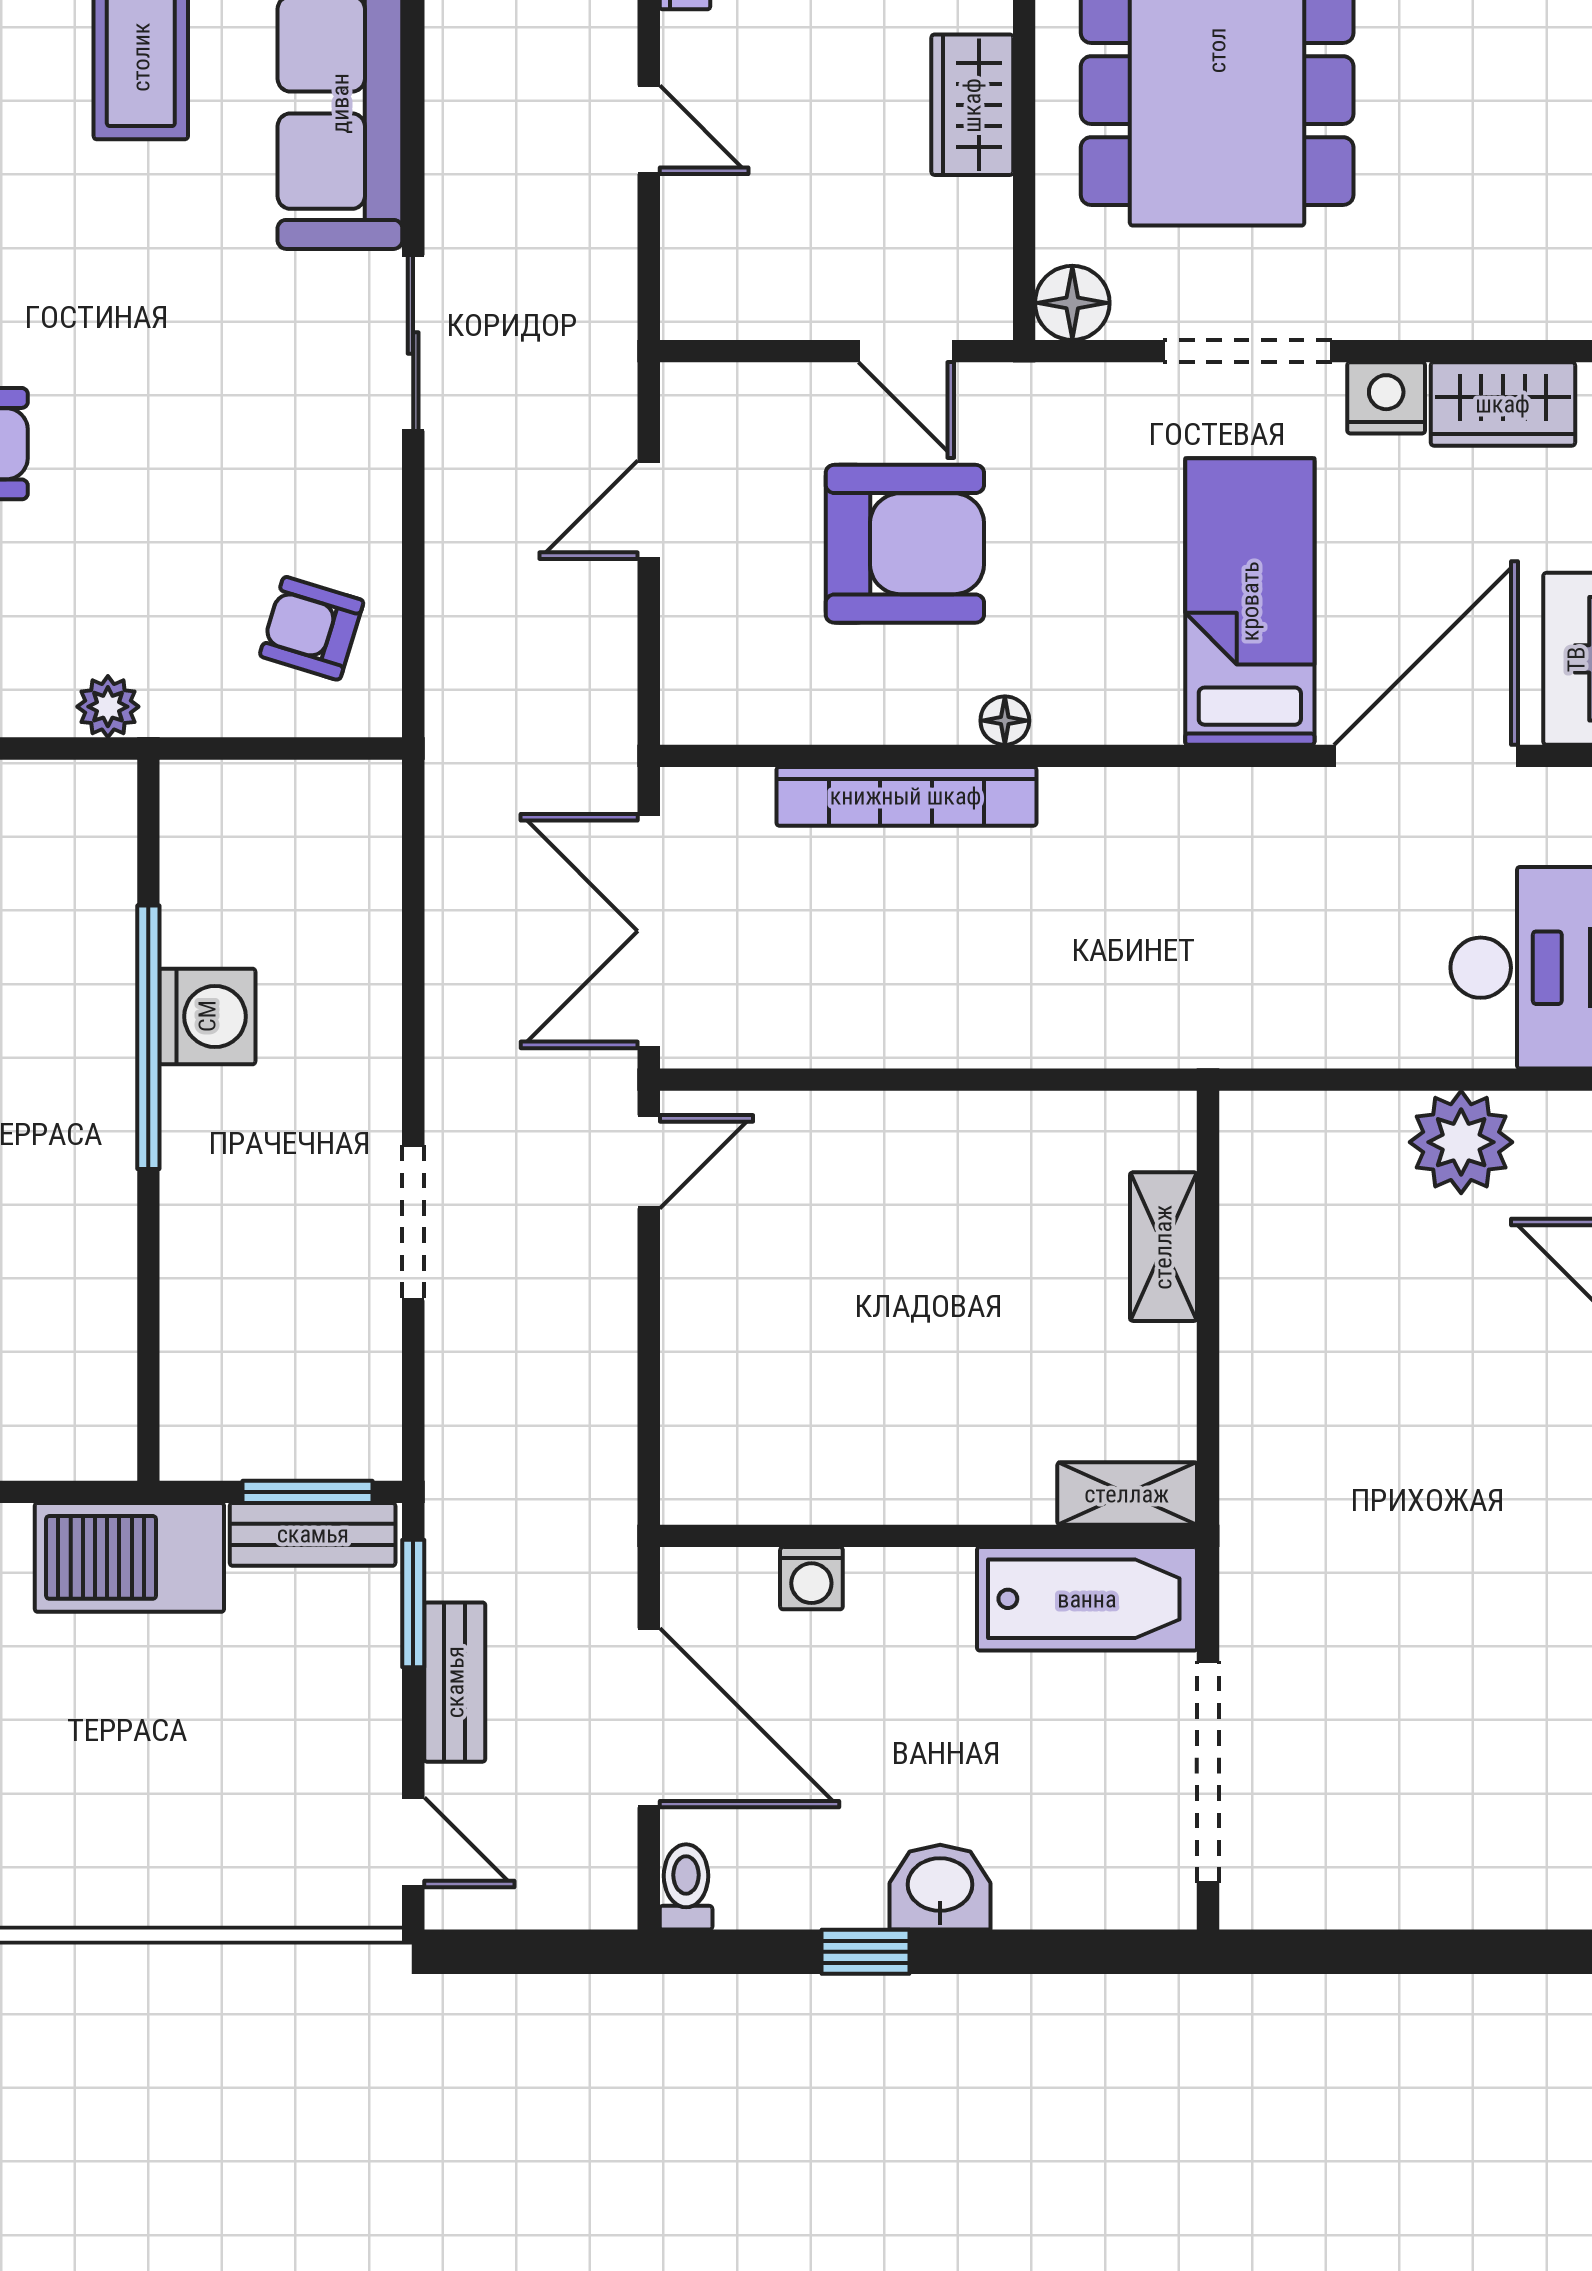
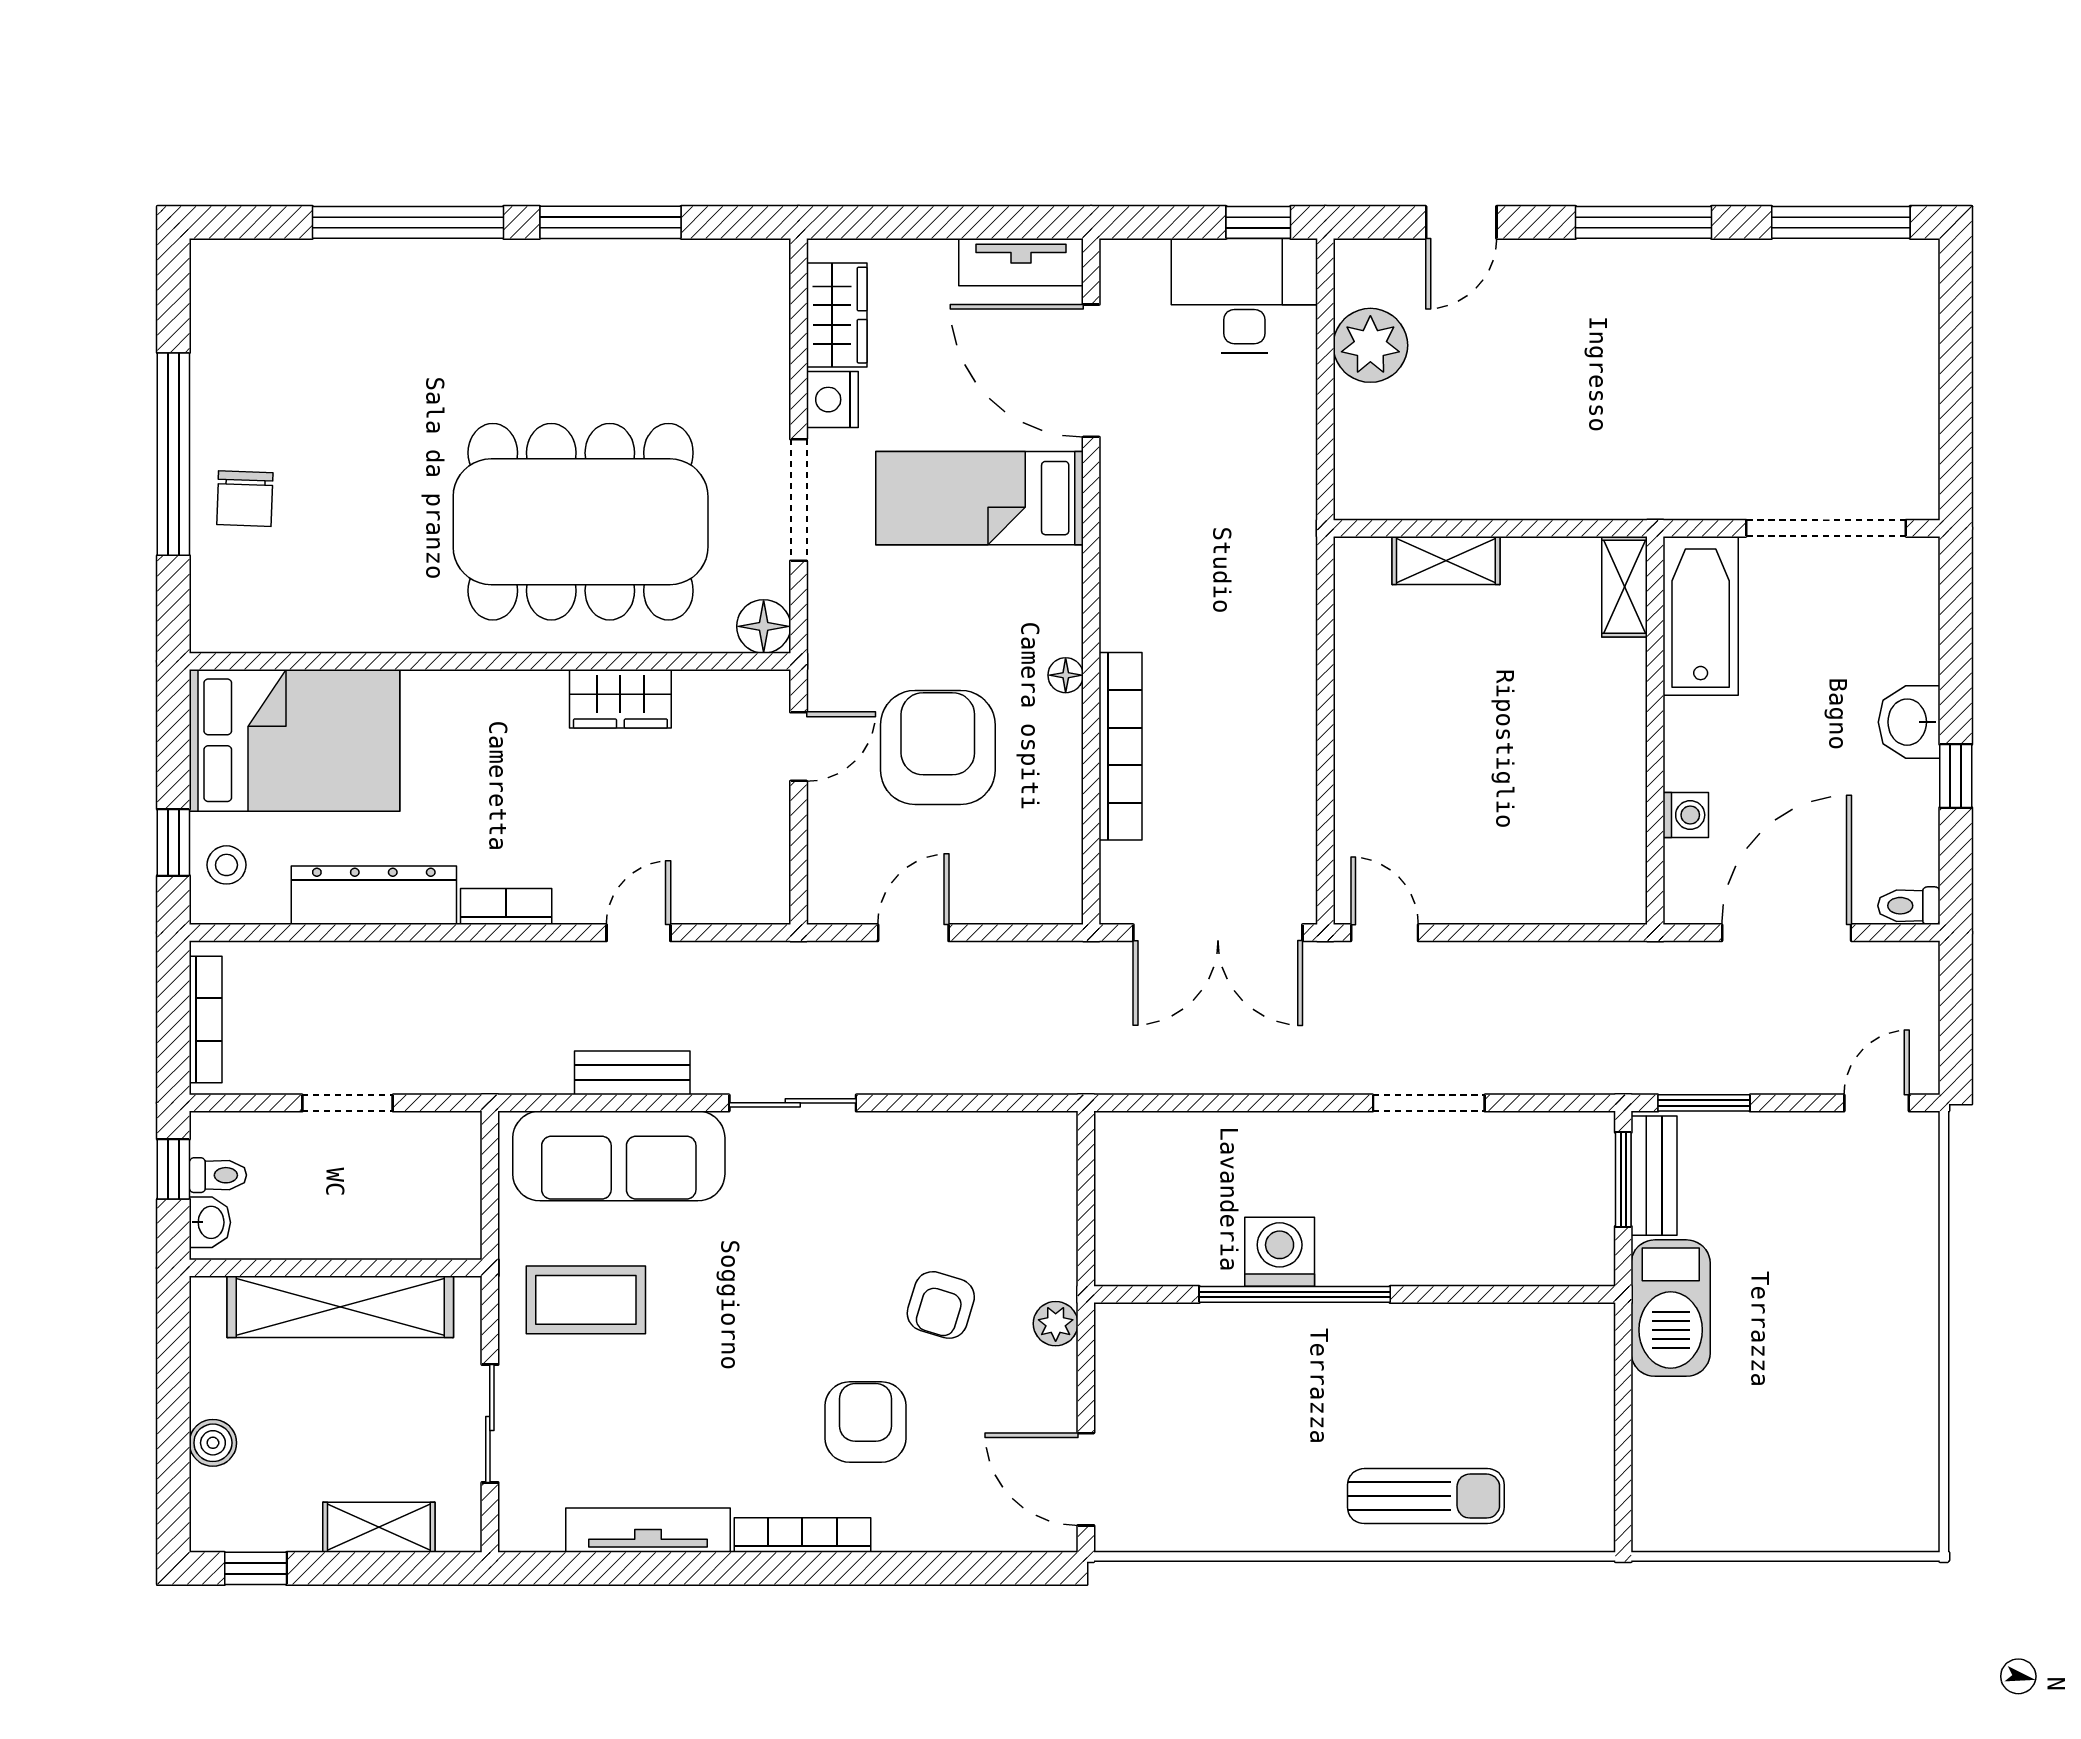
door: (649, 510) -> (913, 933), swing flipped
armchair: (312, 628) -> (941, 1305), moved
bench: (455, 1682) -> (632, 1073), moved

